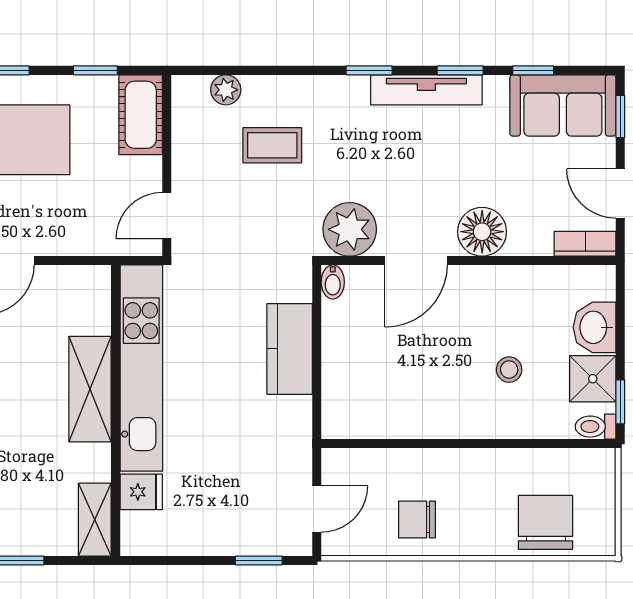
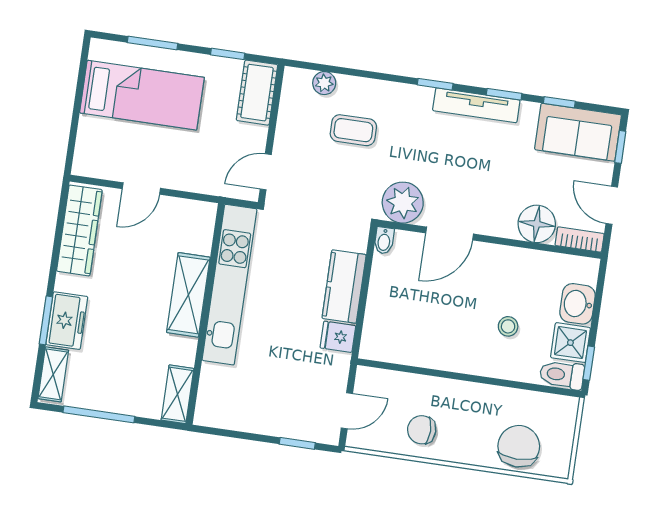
floor lamp: (482, 232) -> (537, 224), moved
toilet: (596, 427) -> (562, 375), width x1.37, depth x1.39
fridge: (141, 492) -> (338, 337), moved, turned 180

